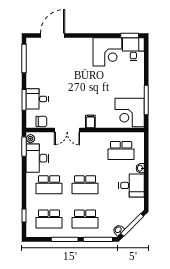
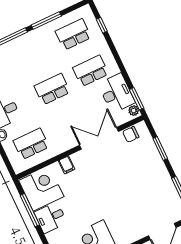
desk: (37, 99) -> (51, 218), moved, turned 180
filing cabinet: (90, 121) -> (67, 165), moved
double door: (67, 130) -> (99, 138), width x1.37
school desk: (85, 219) -> (35, 53), removed

